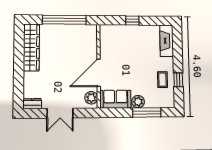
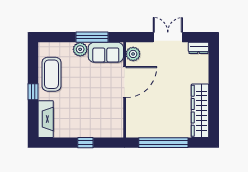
coffee table: (162, 80) -> (51, 74), width x1.86, depth x1.72
window: (178, 80) -> (33, 92), moved
window: (147, 112) -> (92, 37), moved

